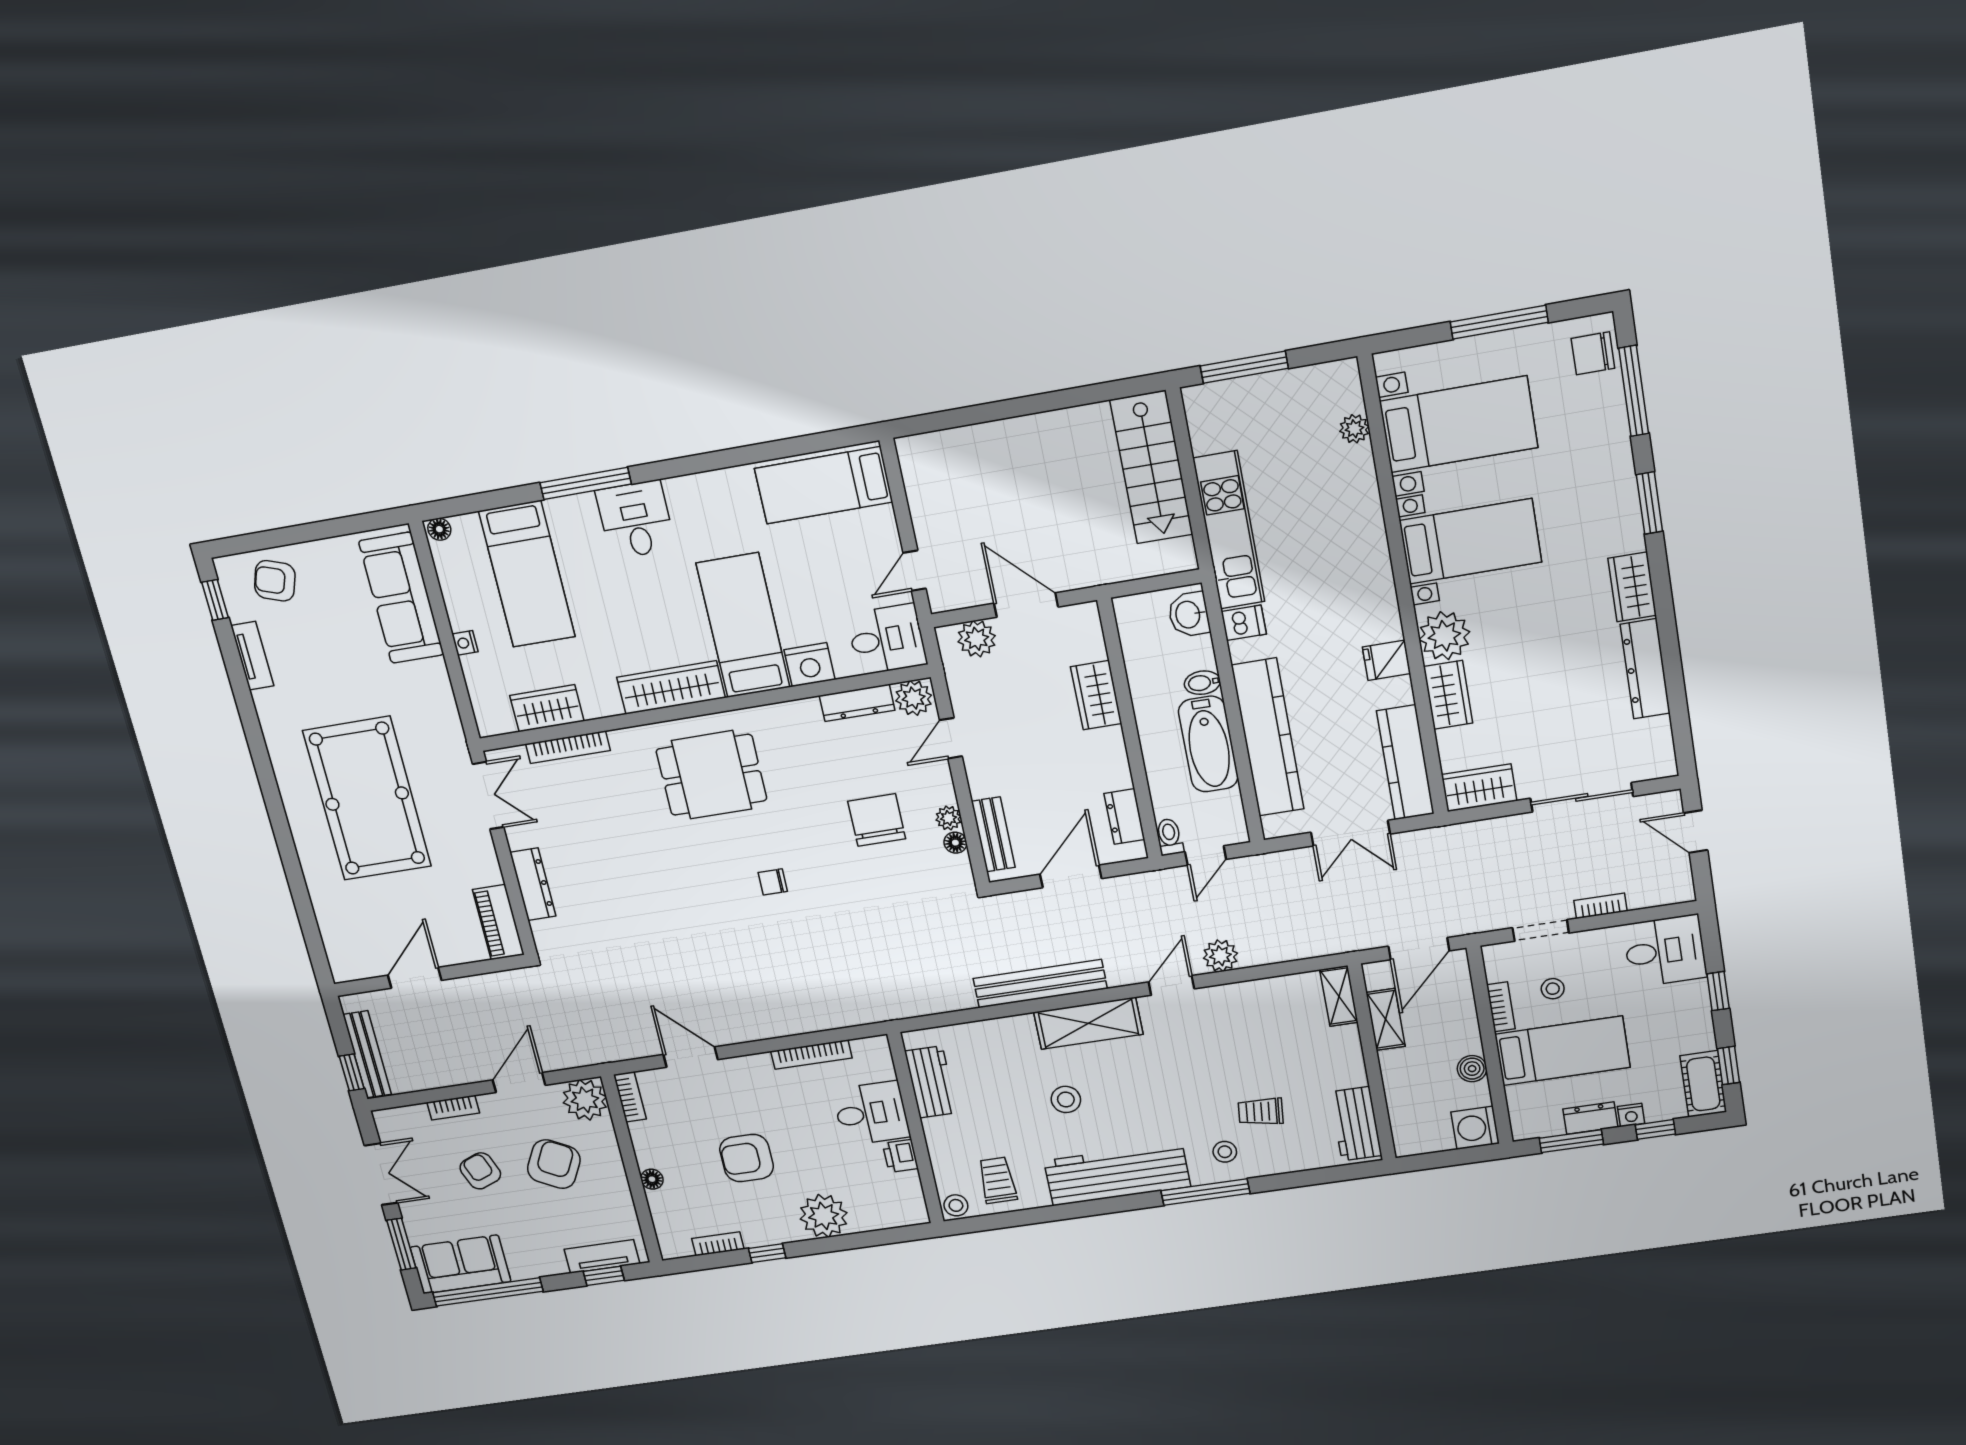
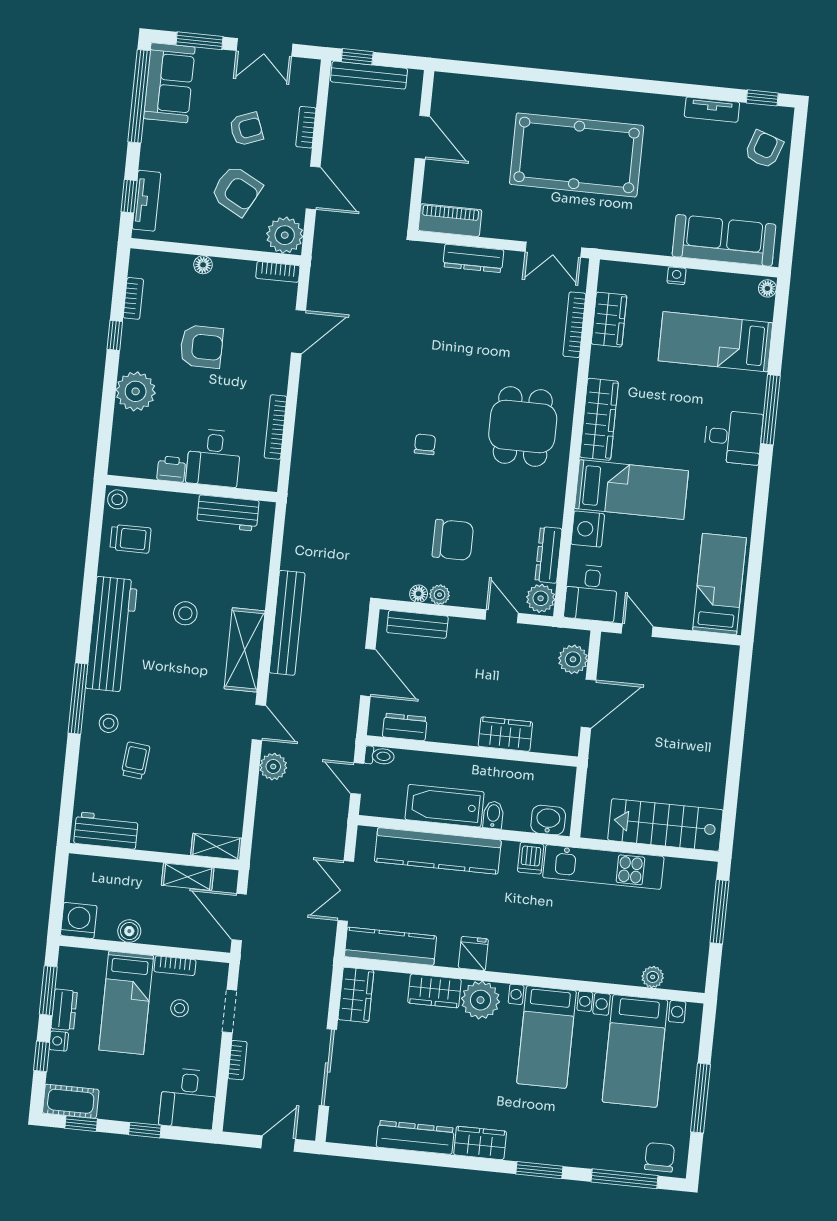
armchair: (747, 1158) -> (201, 347), turned 90

